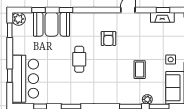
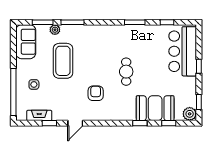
window: (163, 10) -> (49, 123), moved
side table: (171, 60) -> (34, 84), moved
coffee table: (140, 70) -> (63, 61), width x1.86, depth x1.72
window: (10, 76) -> (199, 66), moved

